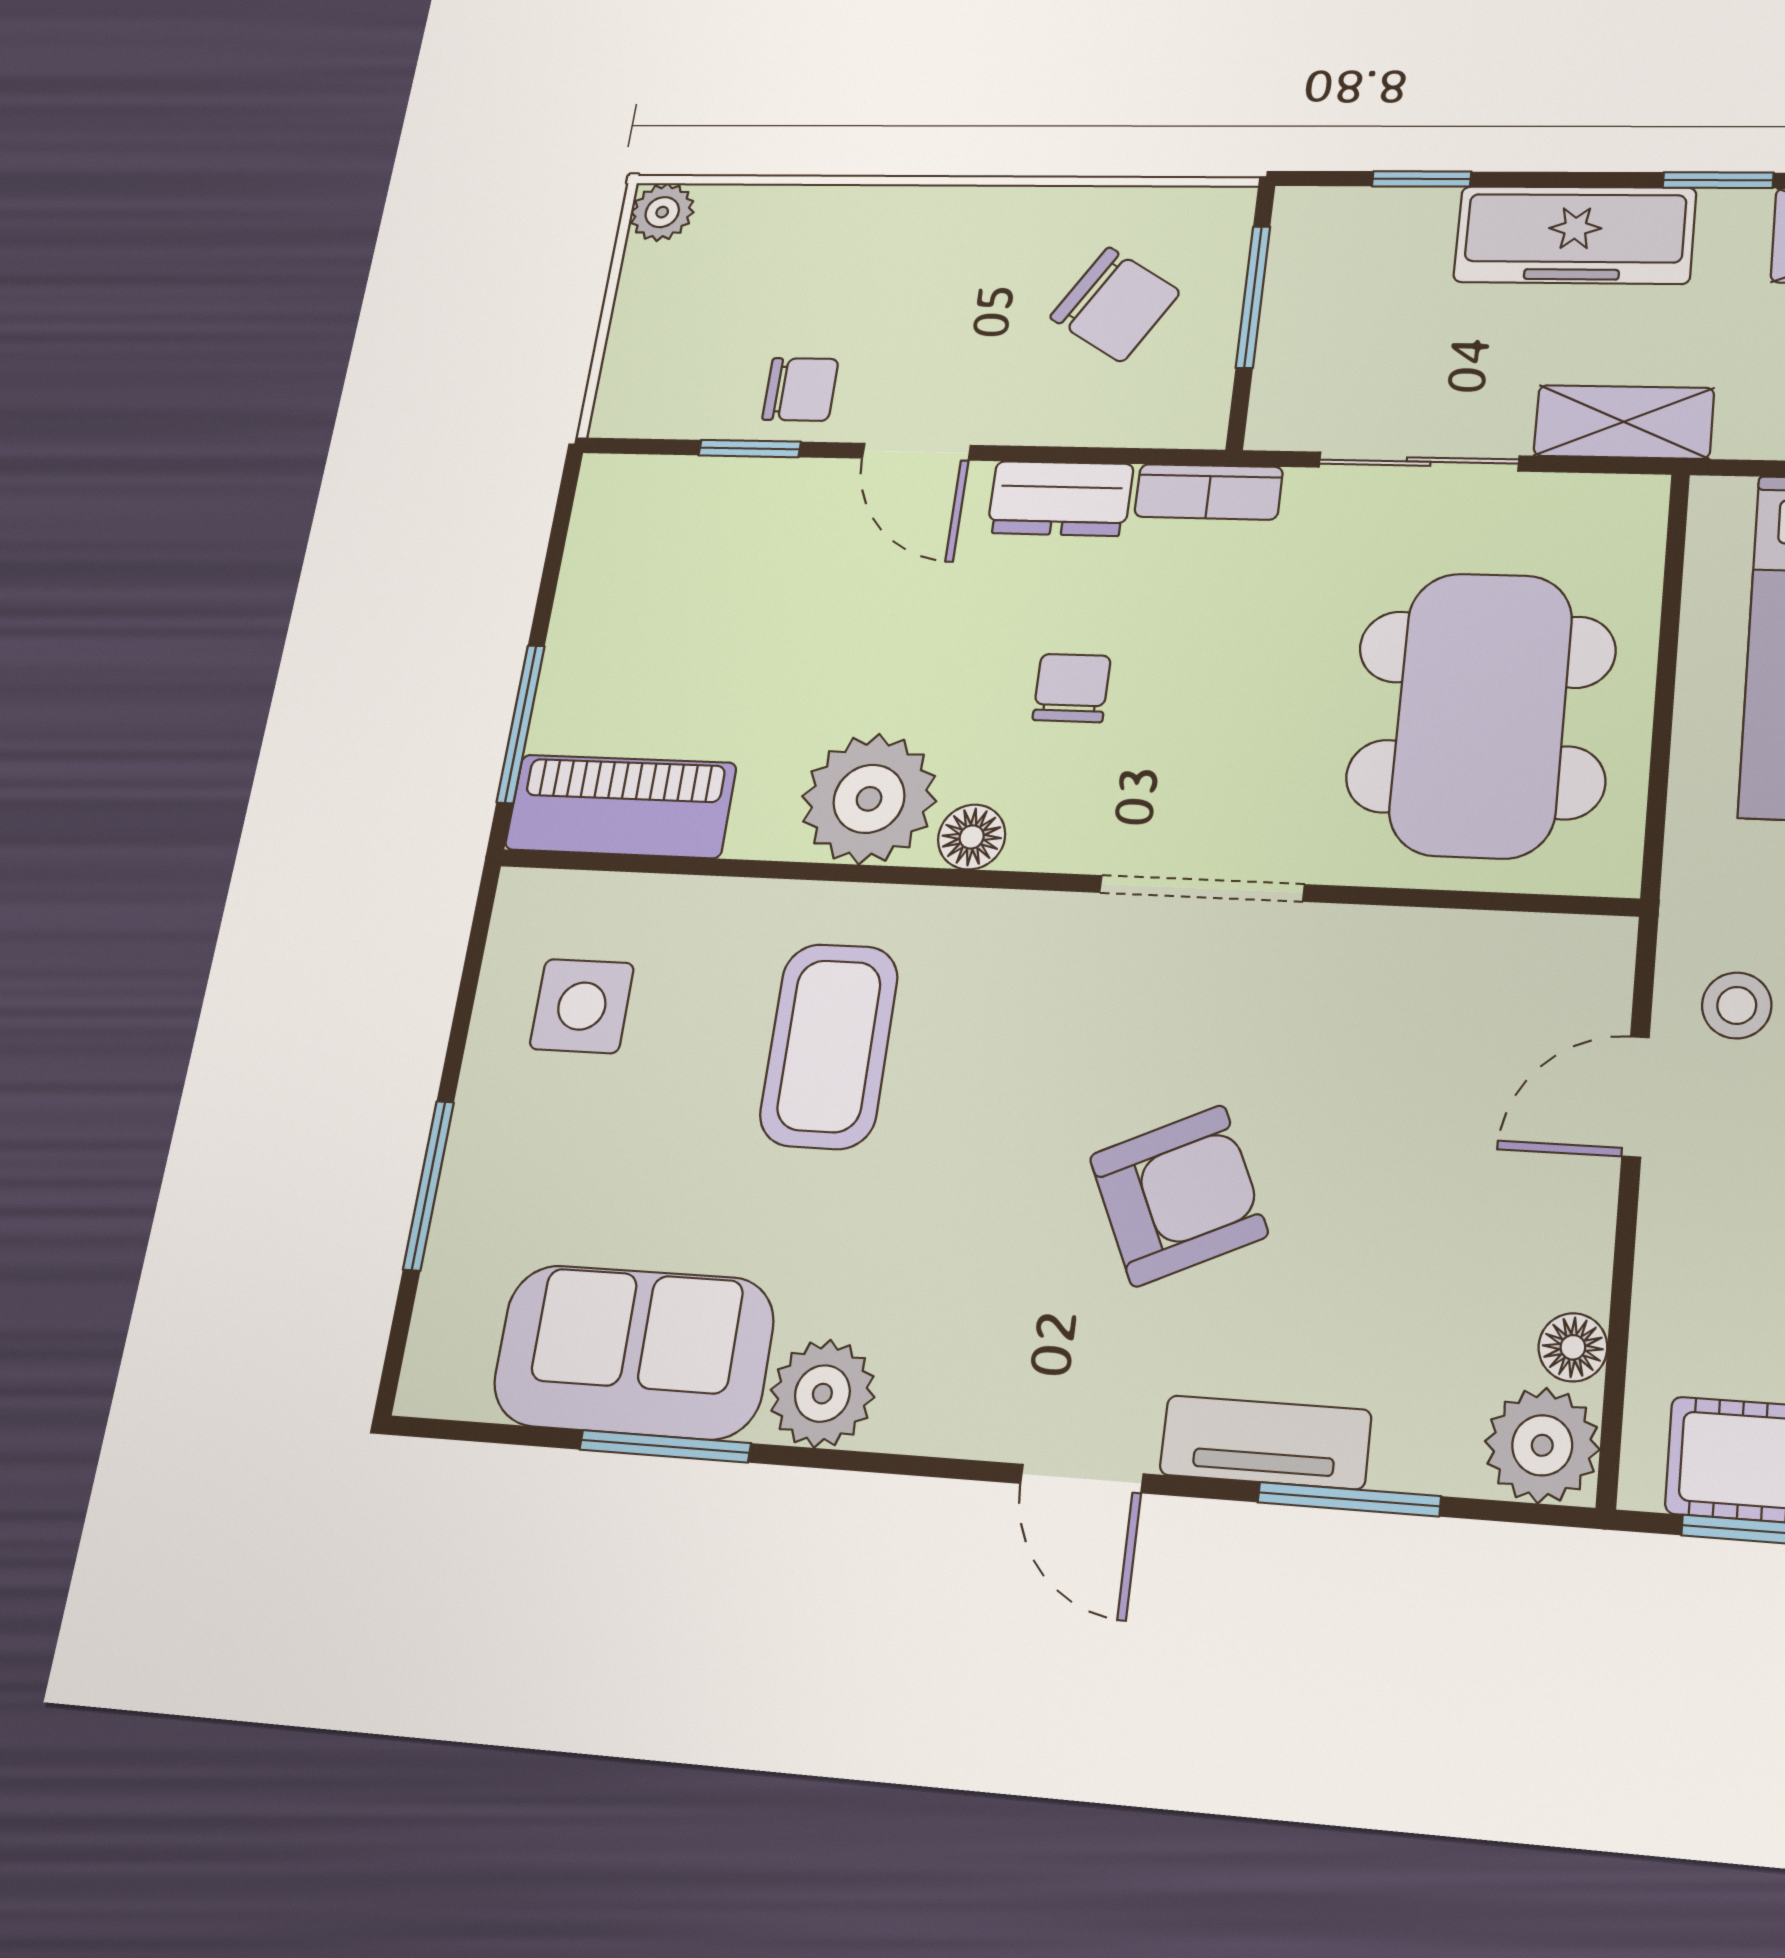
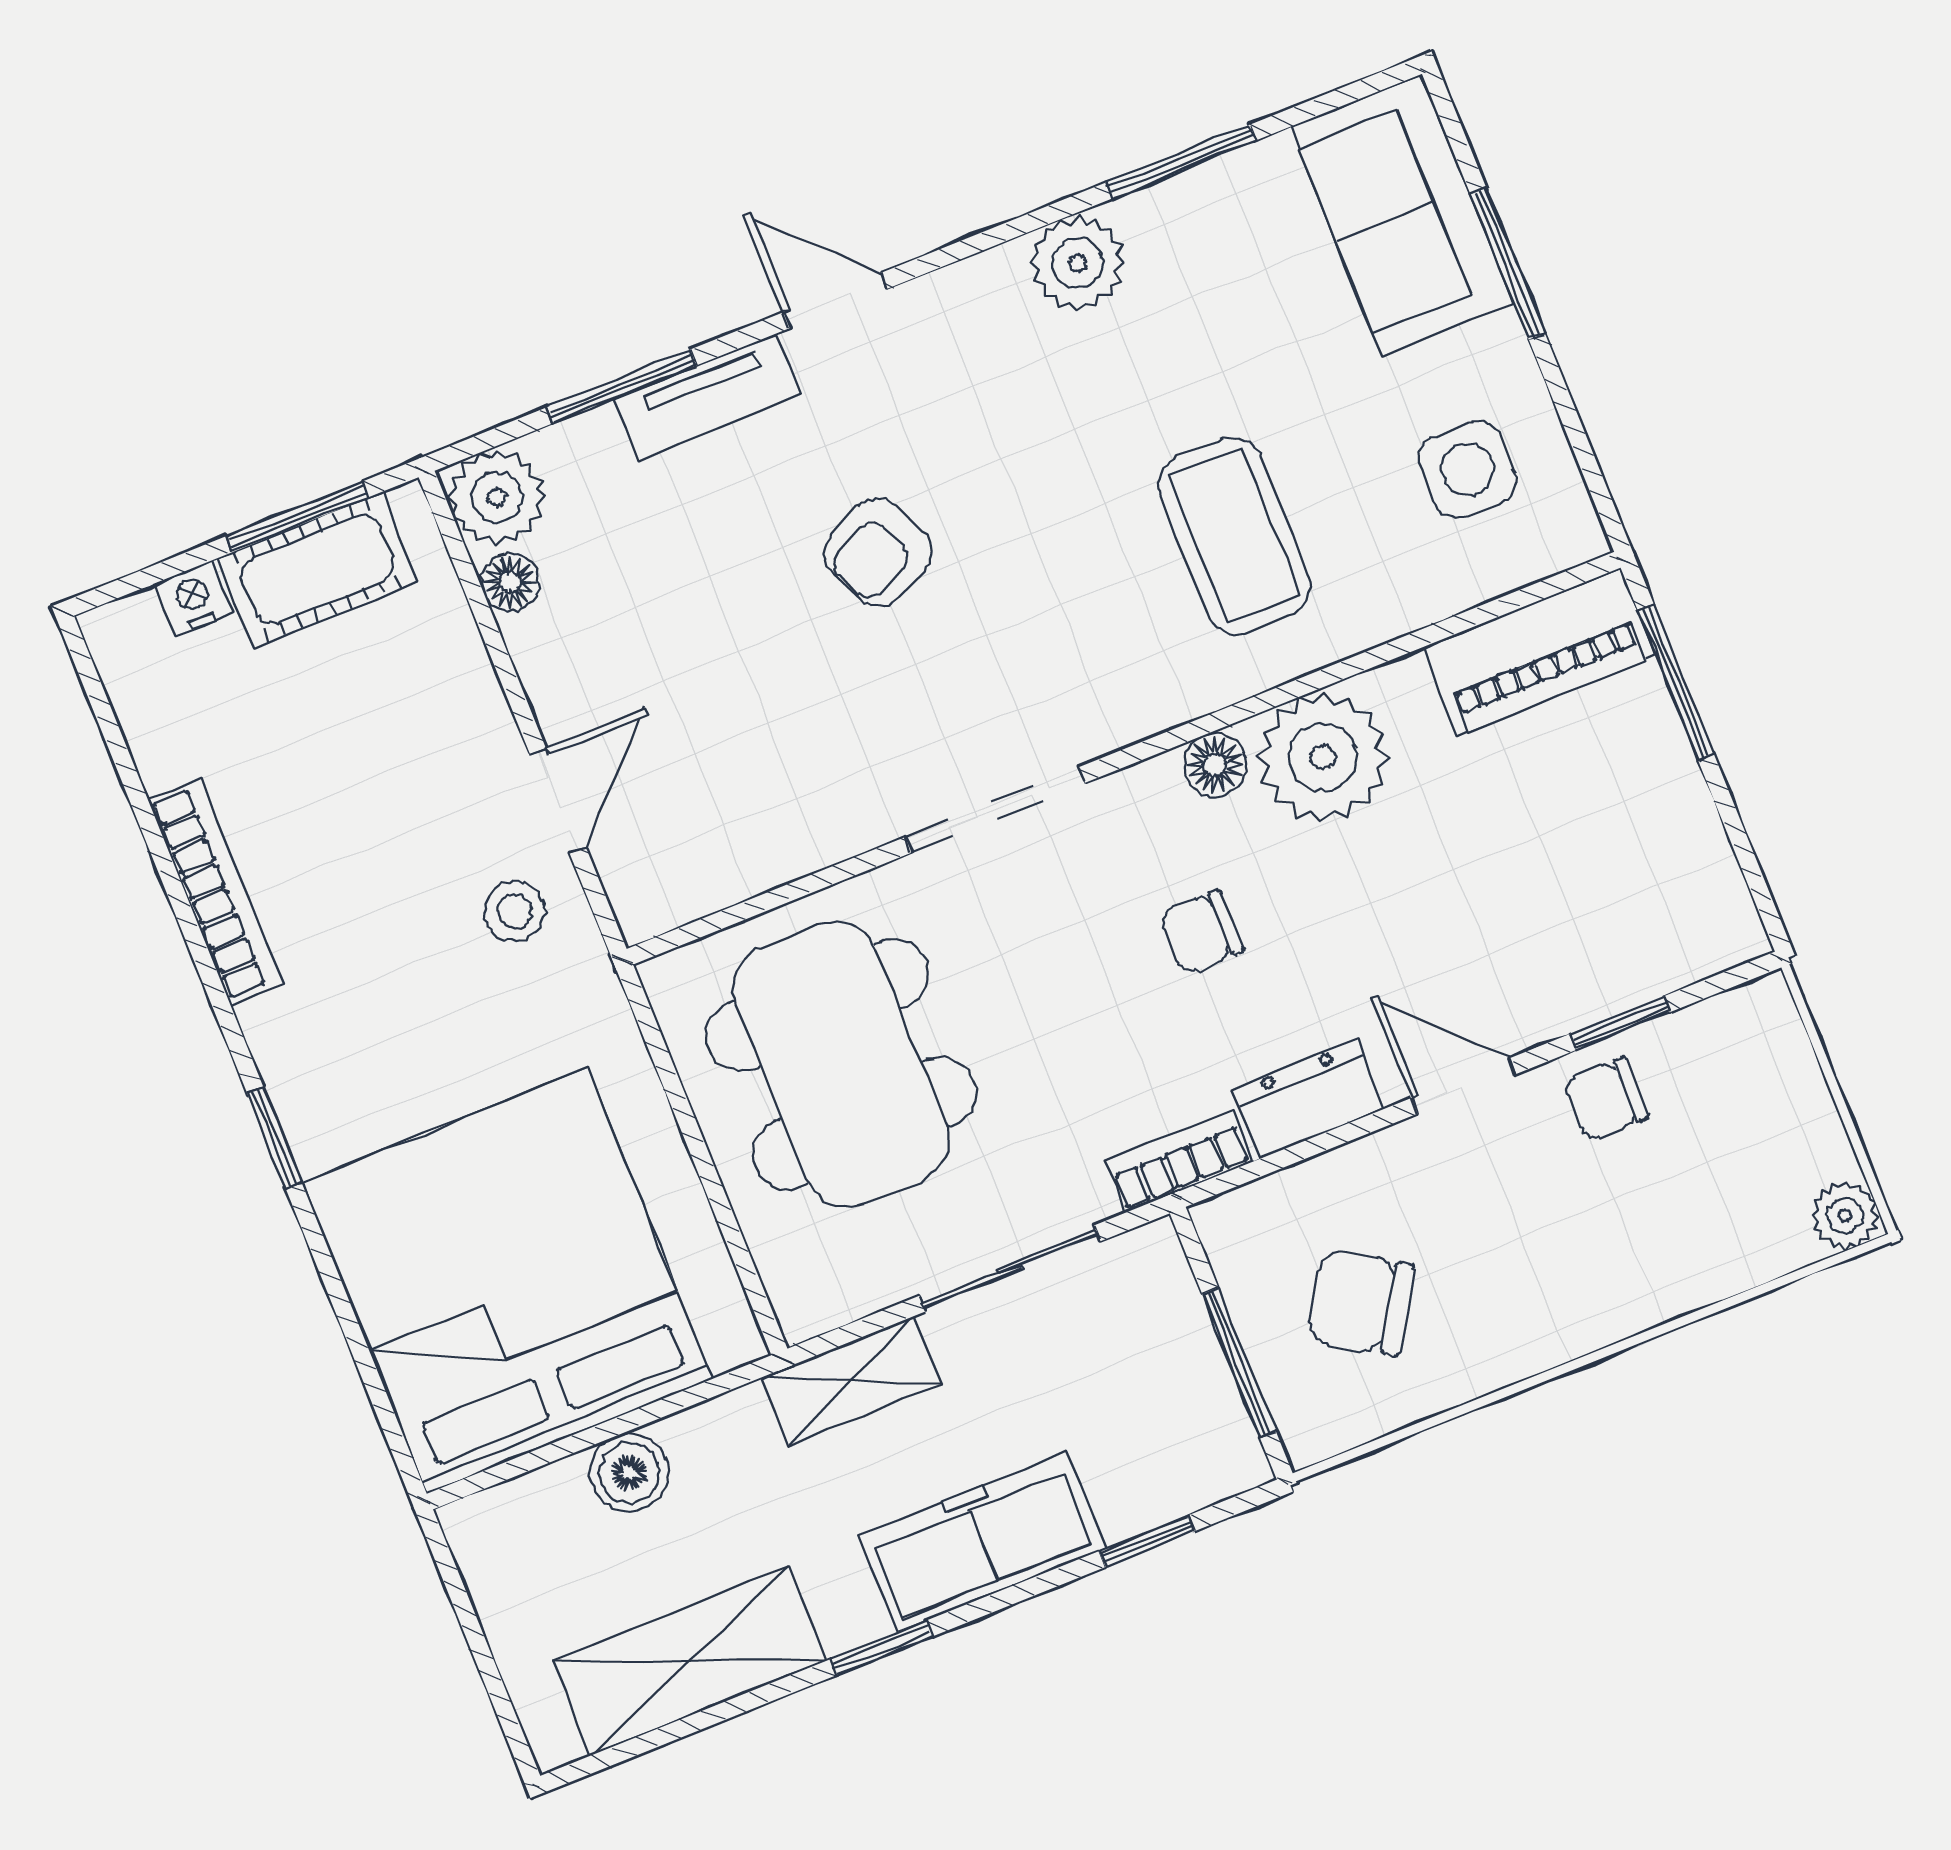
chair: (1072, 688) -> (1202, 932), turned 90
armchair: (1178, 1196) -> (878, 552), width x0.72, depth x0.72
sofa: (634, 1352) -> (1402, 215), moved, turned 90

